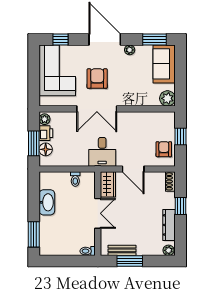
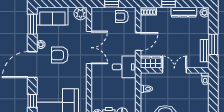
armchair: (97, 79) -> (60, 55), moved
double door: (97, 109) -> (89, 48), moved

